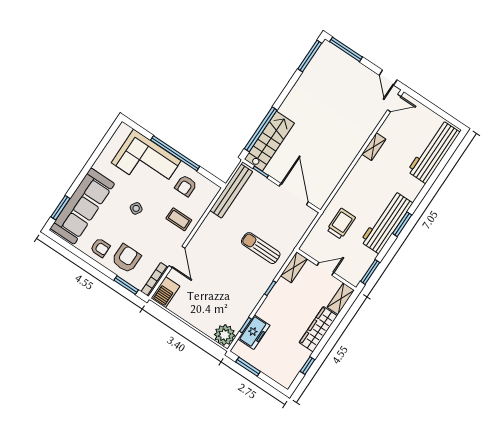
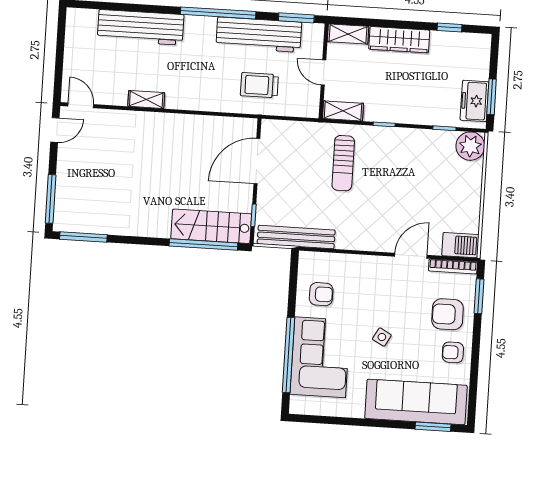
workbench: (434, 152) -> (141, 27), moved
window: (175, 153) -> (289, 355), moved
coffee table: (179, 219) -> (365, 279), removed
workbench: (387, 222) -> (259, 35), moved
window: (402, 224) -> (218, 13), width x2.11
armchair: (100, 248) -> (453, 352), turned -90
freezer: (254, 332) -> (474, 101), moved, turned -90

